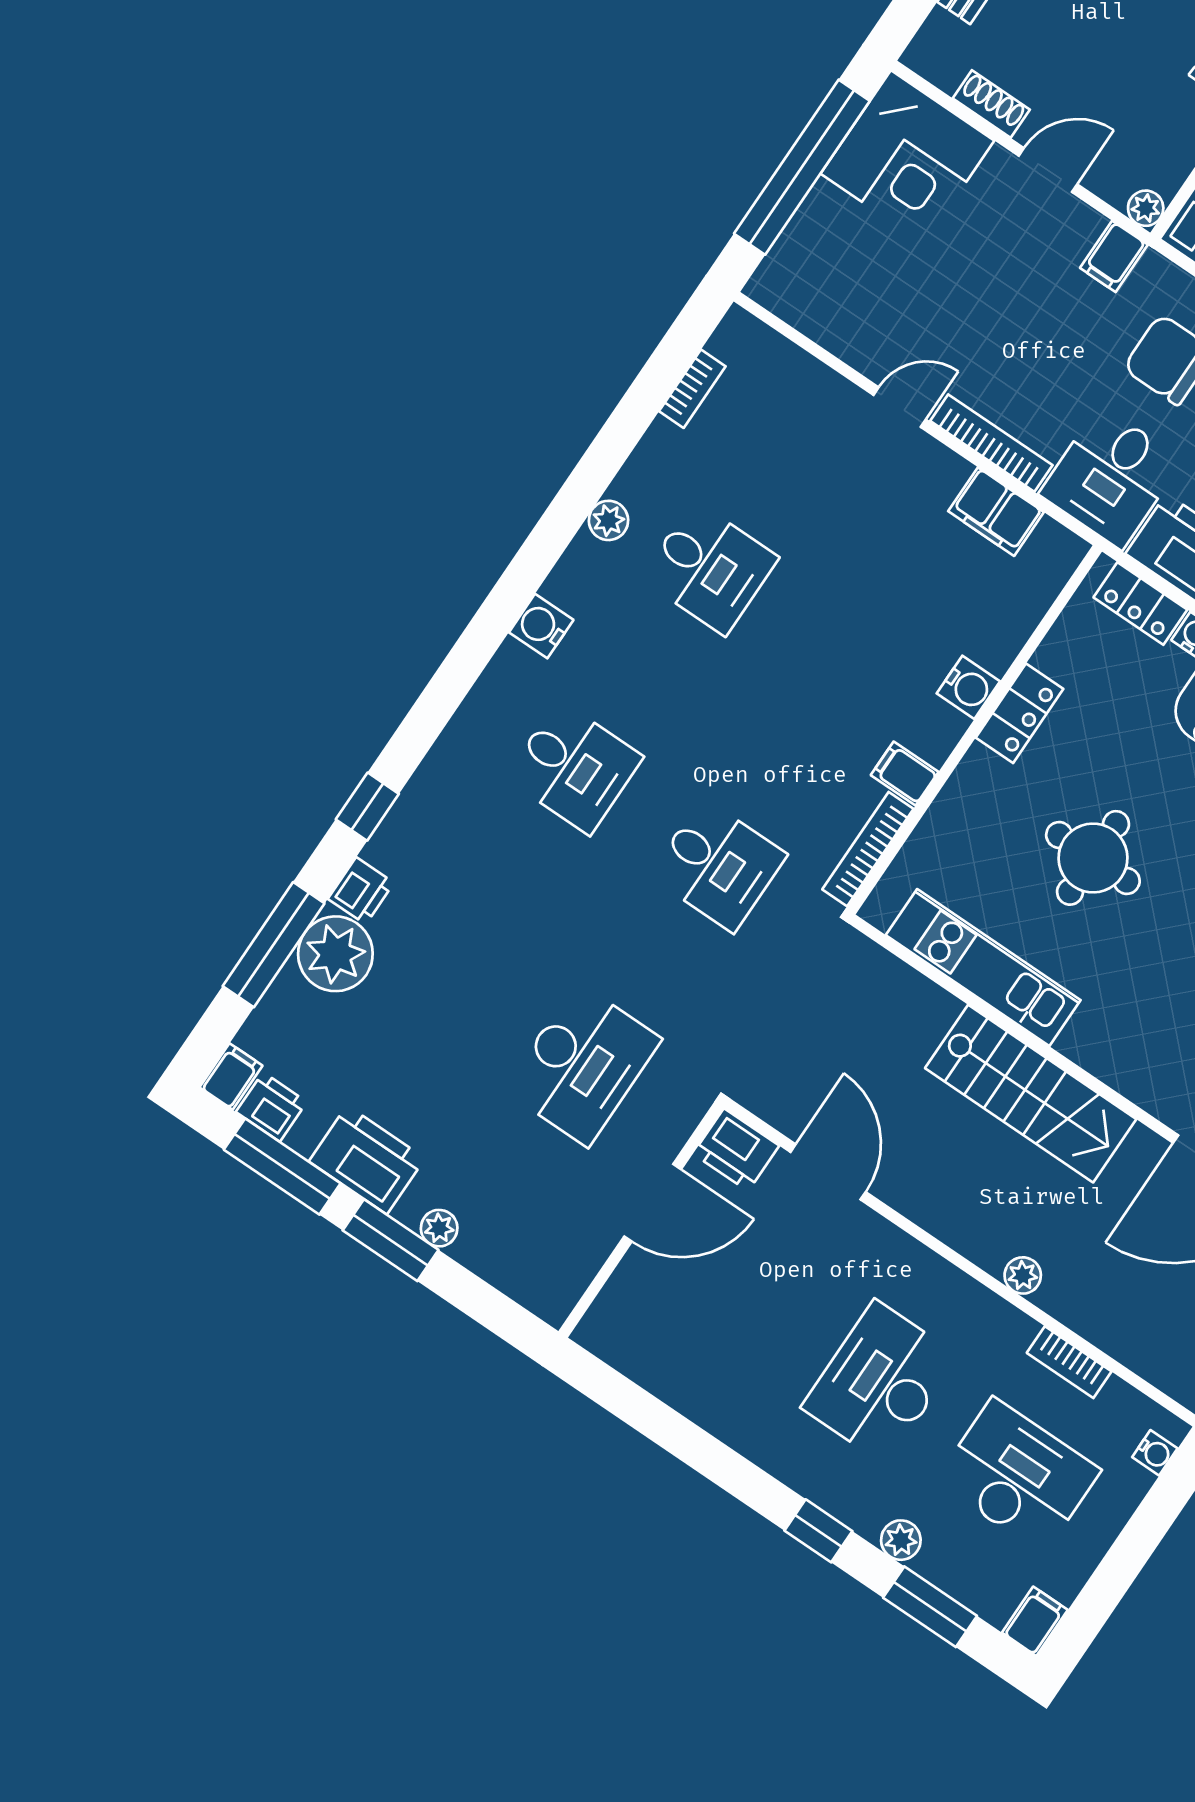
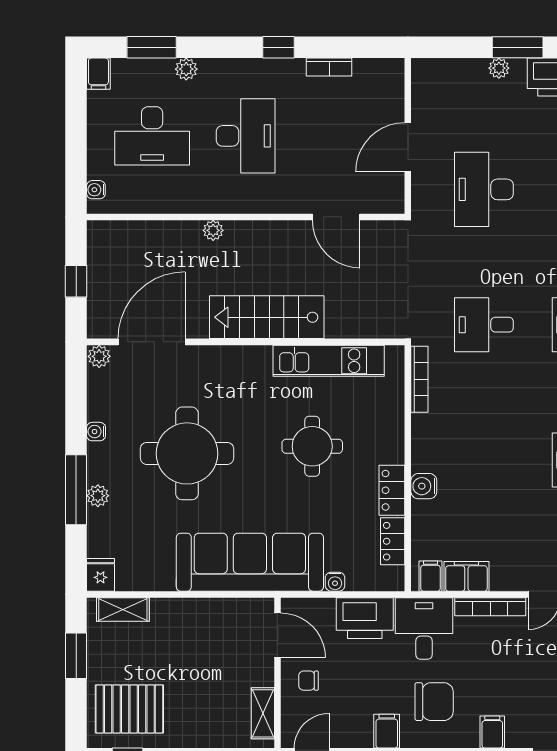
locker: (1140, 603) -> (393, 541), moved, turned -90
filing cabinet: (905, 774) -> (430, 576), moved, turned -90
printer: (736, 1150) -> (386, 198), removed
bookcase: (1069, 1362) -> (329, 67), moved, turned 180
window: (818, 1531) -> (278, 47), moved

